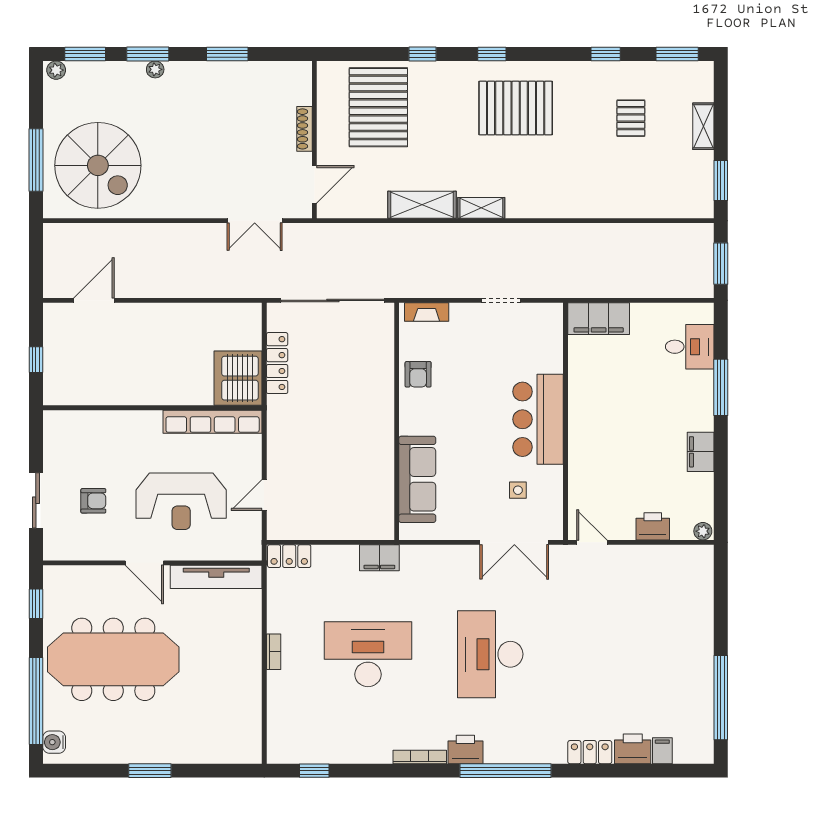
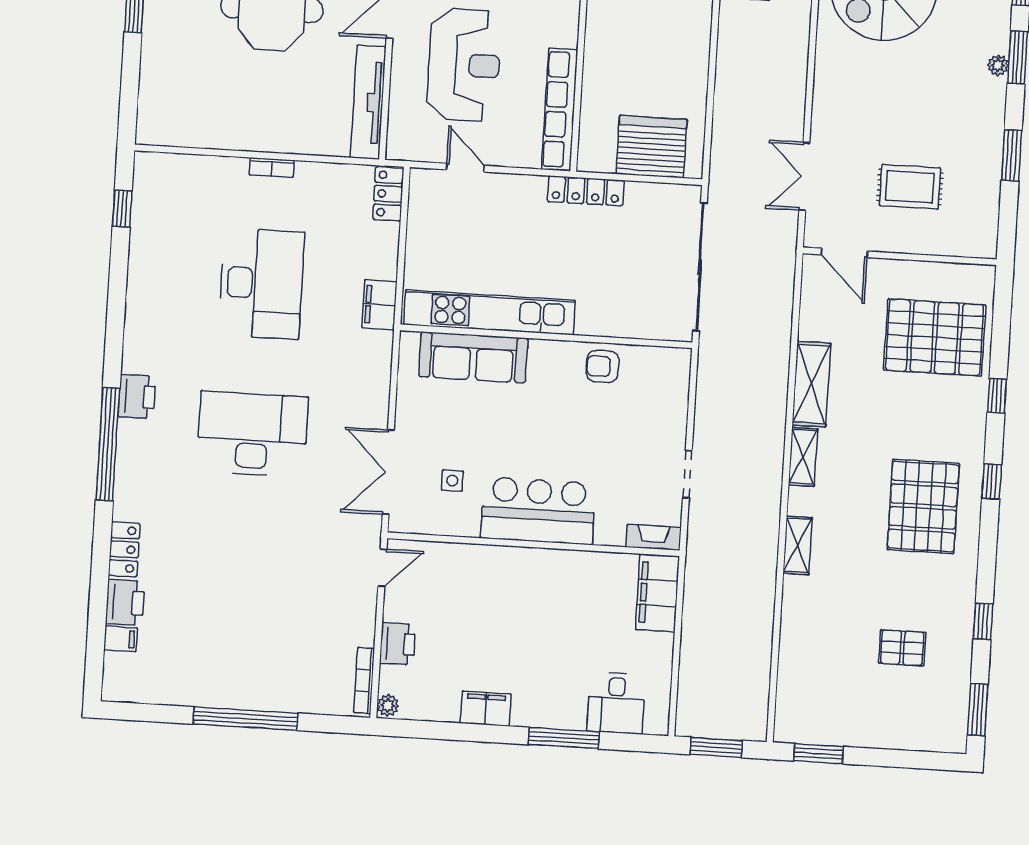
shelving: (703, 126) -> (798, 545), moved, turned 90
shoe rack: (304, 129) -> (913, 245), removed
rug: (258, 135) -> (910, 187), added
fireplace: (427, 312) -> (653, 537), moved, turned 90
locker: (277, 363) -> (586, 191), moved
server rack: (238, 378) -> (652, 147), moved
kitchen unit: (380, 469) -> (489, 312), added
reception desk: (181, 501) -> (464, 65), turned 180
window: (721, 698) -> (245, 719), moved
bookcase: (420, 757) -> (364, 681), moved, turned 180

